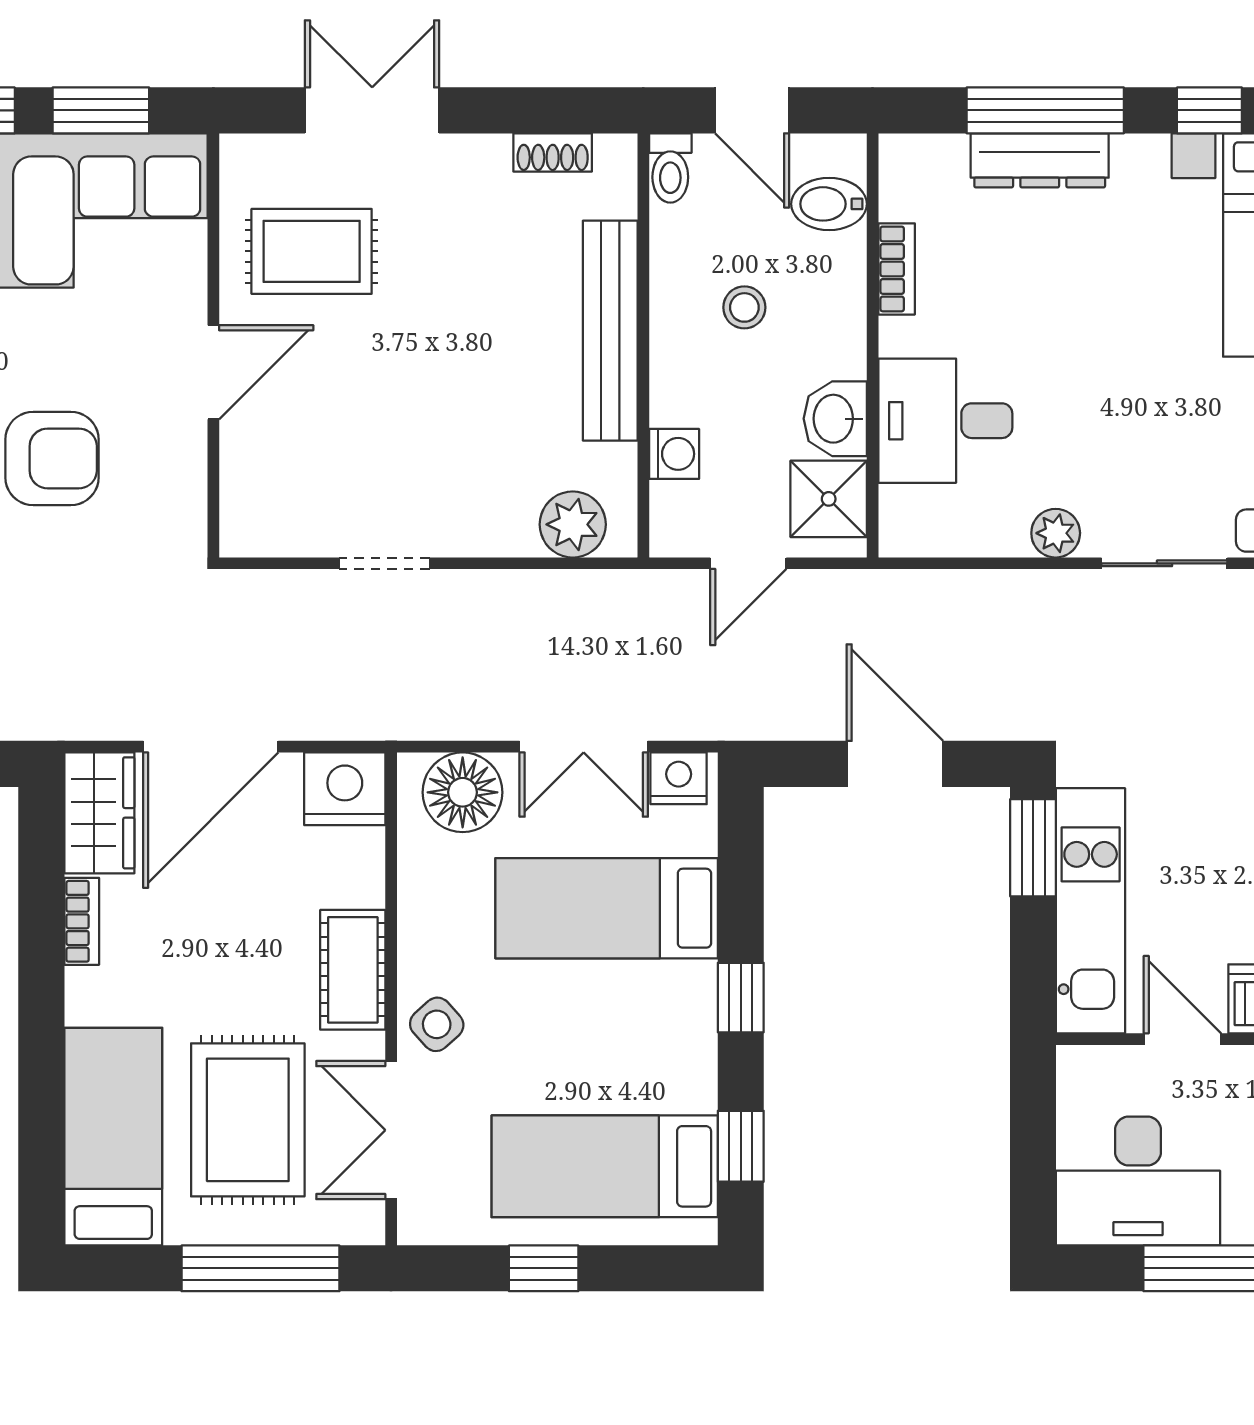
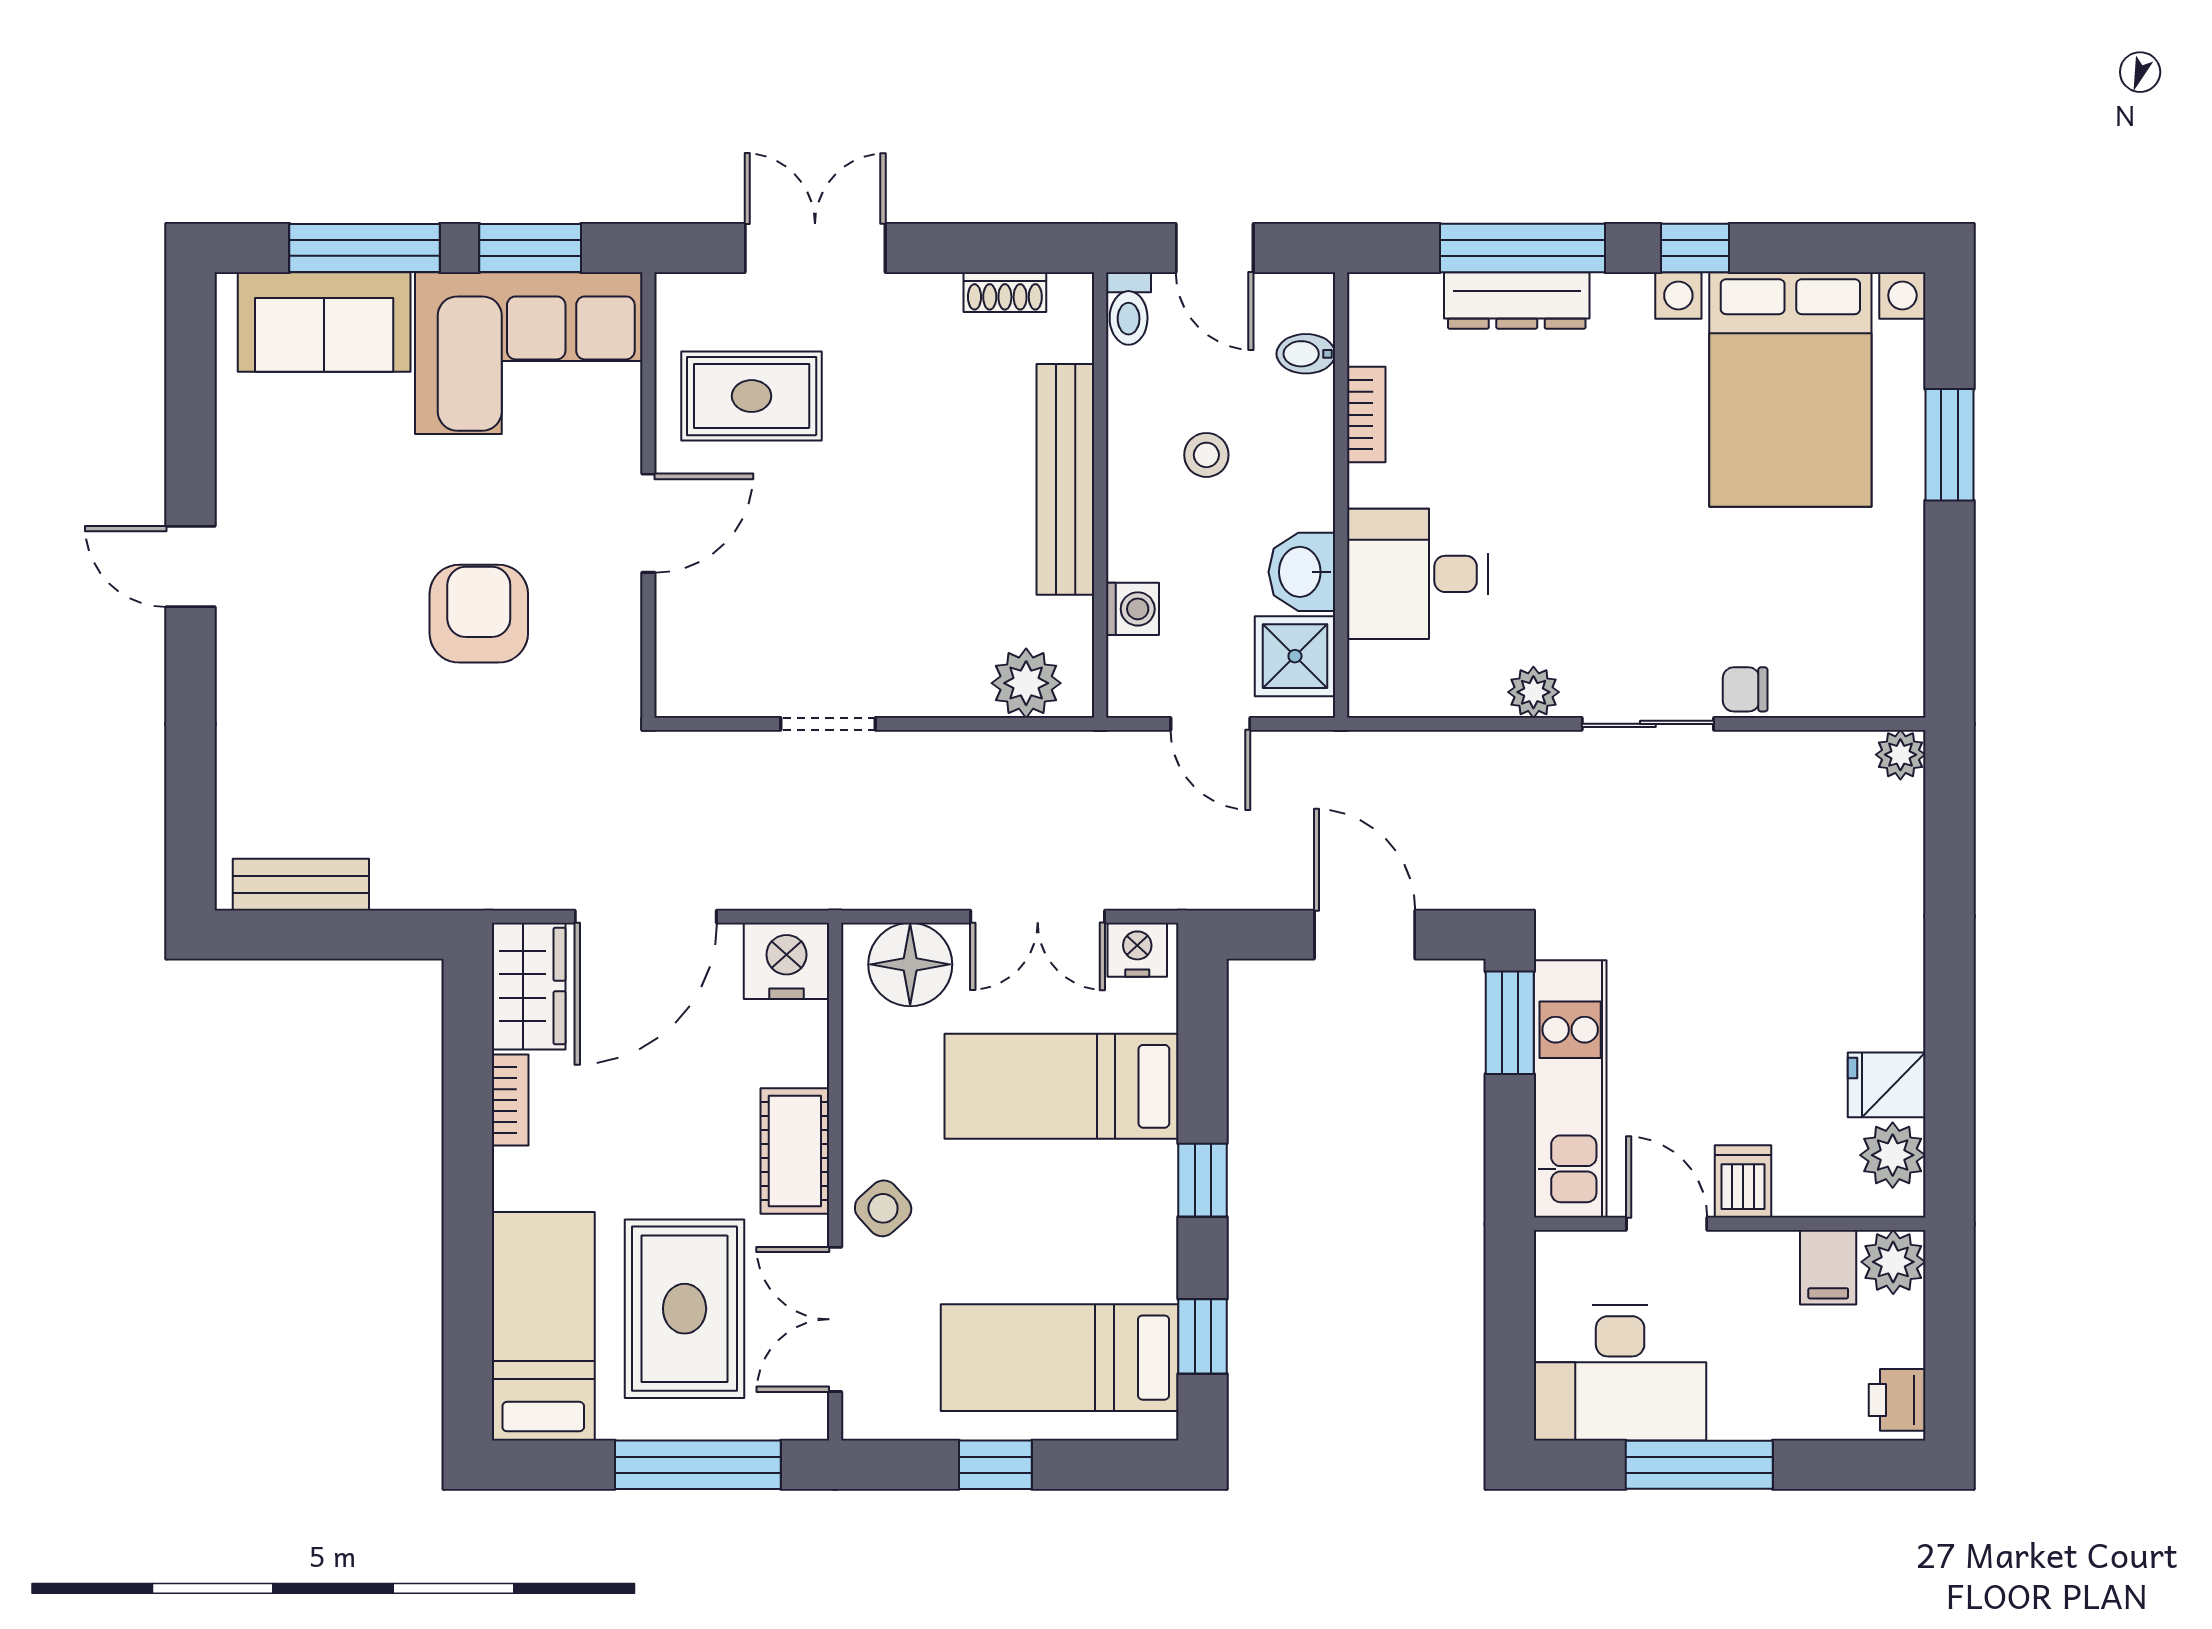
bidet: (829, 204) -> (1306, 354), width x0.72, depth x0.74
armchair: (52, 458) -> (479, 614), turned -90
door: (748, 563) -> (1210, 724), hinge flipped

